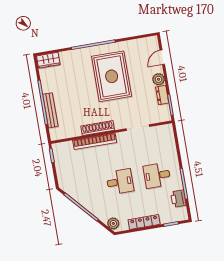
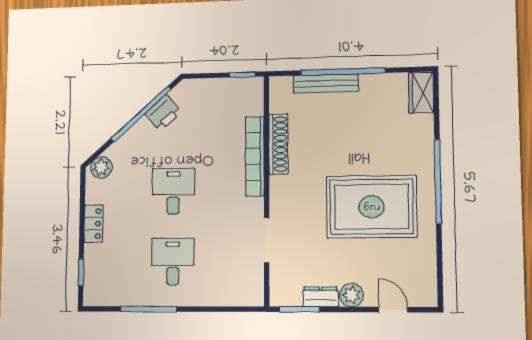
shoe rack: (98, 128) -> (278, 144), moved
desk: (120, 182) -> (173, 191), turned 180
printer: (178, 199) -> (163, 113), moved, turned 138
locker: (144, 222) -> (94, 224), width x0.66

